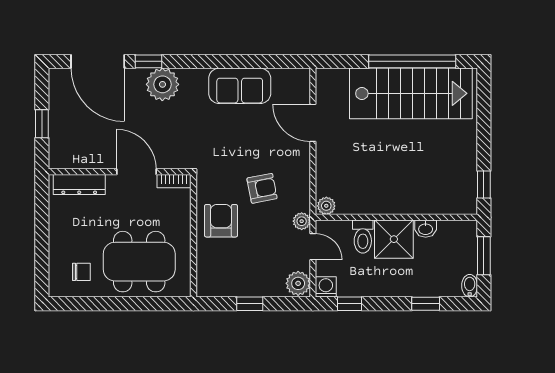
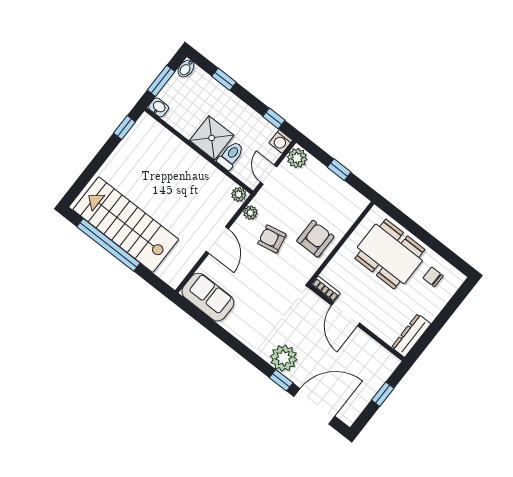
door: (98, 61) -> (314, 406), hinge flipped
sofa: (240, 86) -> (208, 297), moved
door: (313, 123) -> (217, 240), moved
dresser: (79, 184) -> (411, 336), moved, turned -90
armchair: (221, 221) -> (315, 239), turned 180
plant: (302, 221) -> (250, 213), moved
washbasin: (426, 229) -> (159, 107), moved

